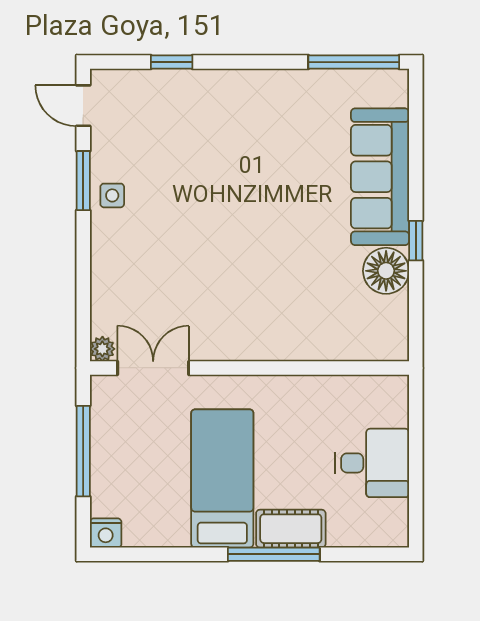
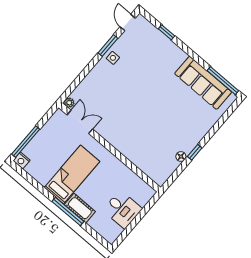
sofa: (380, 177) -> (203, 83), moved, turned -90
floor lamp: (386, 271) -> (181, 156), width x0.53, depth x0.53
window: (83, 451) -> (26, 142), moved

